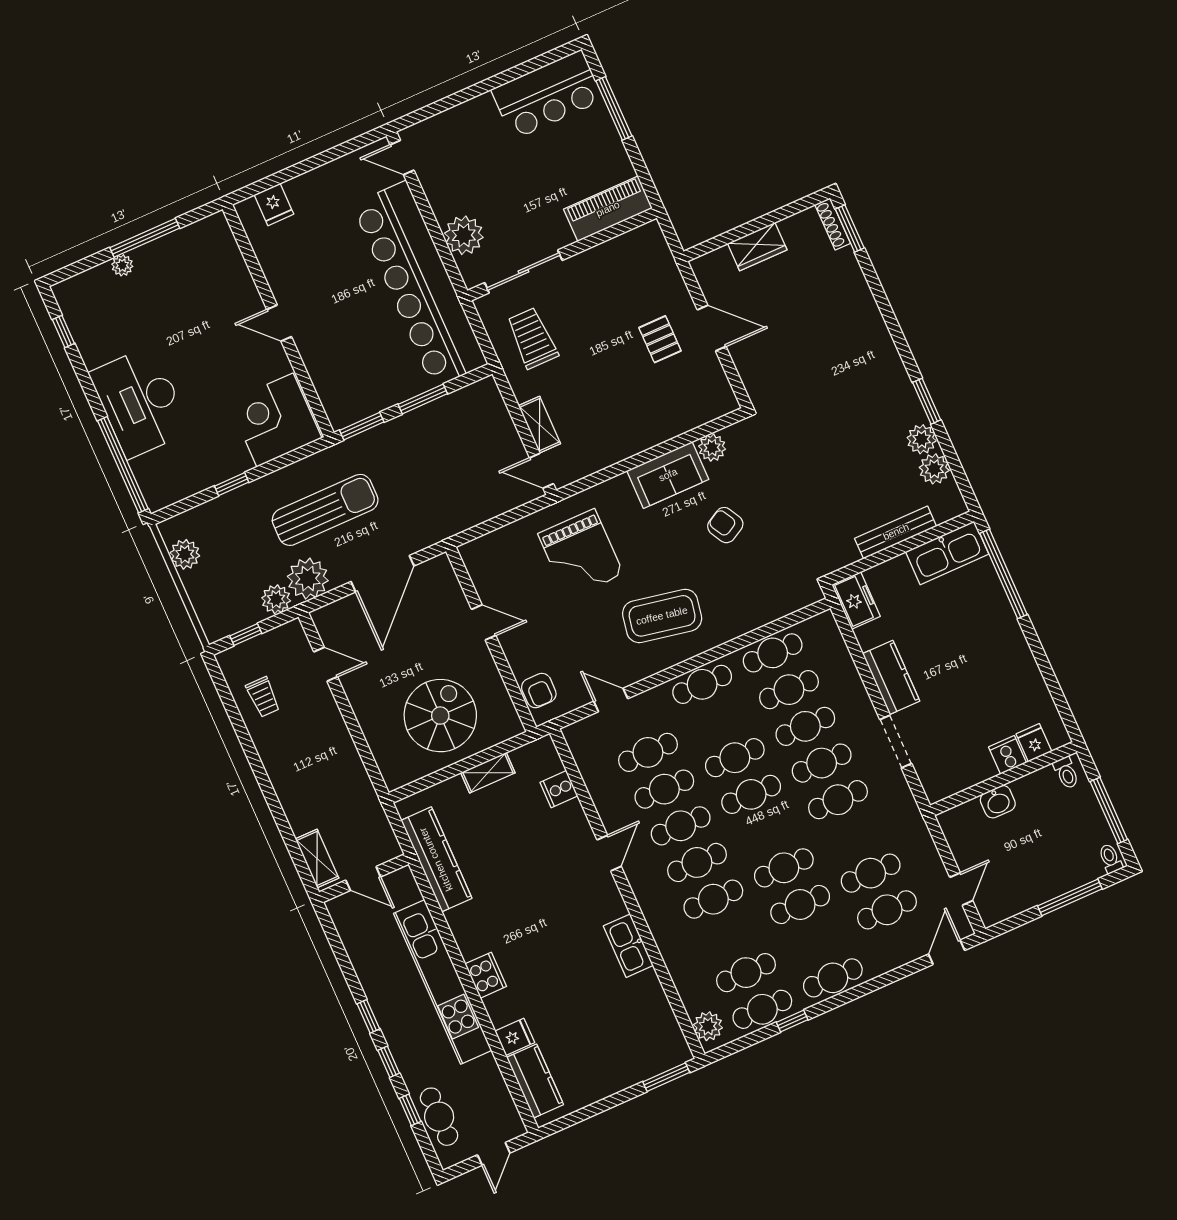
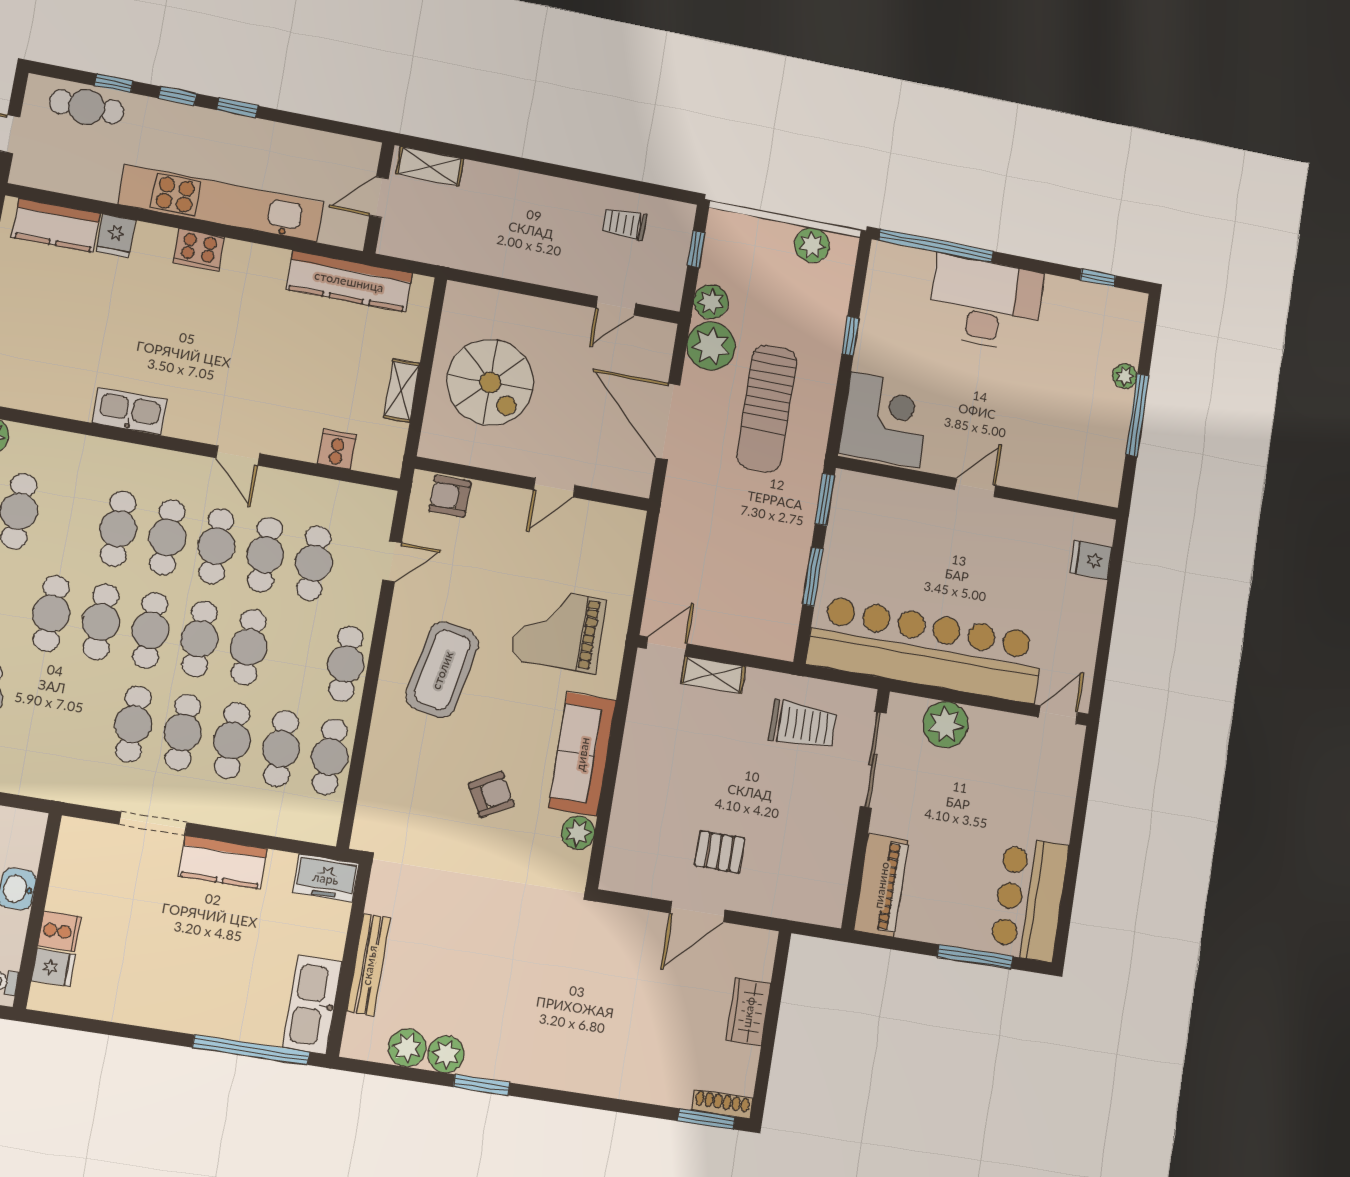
sofa: (668, 475) -> (582, 754), width x1.36
cafe table: (871, 873) -> (150, 630), moved

